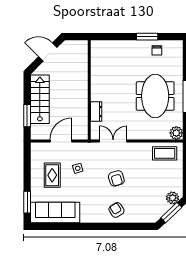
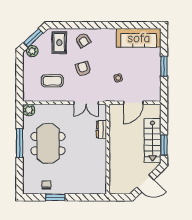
window: (27, 116) -> (164, 145), moved
coffee table: (165, 153) -> (52, 81), moved
rug: (52, 175) -> (59, 43), moved
window: (27, 202) -> (164, 66), moved

